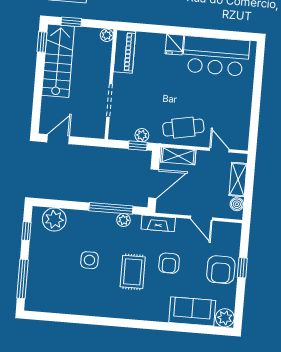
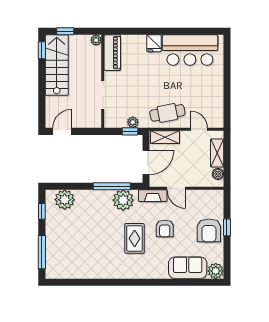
door: (201, 218) -> (176, 188), moved
plant: (124, 220) -> (123, 200), width x1.87, depth x1.87
side table: (89, 260) -> (97, 231), removed

